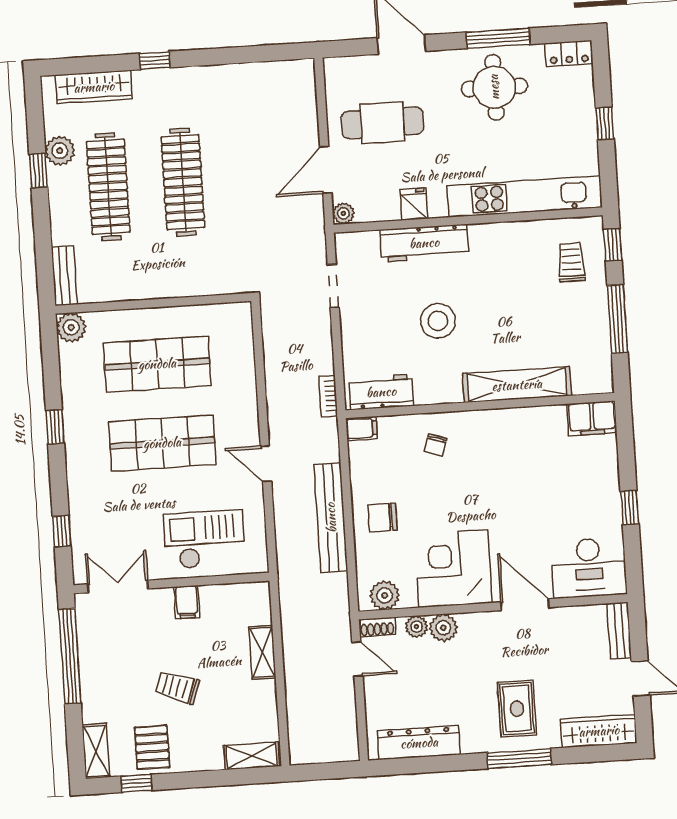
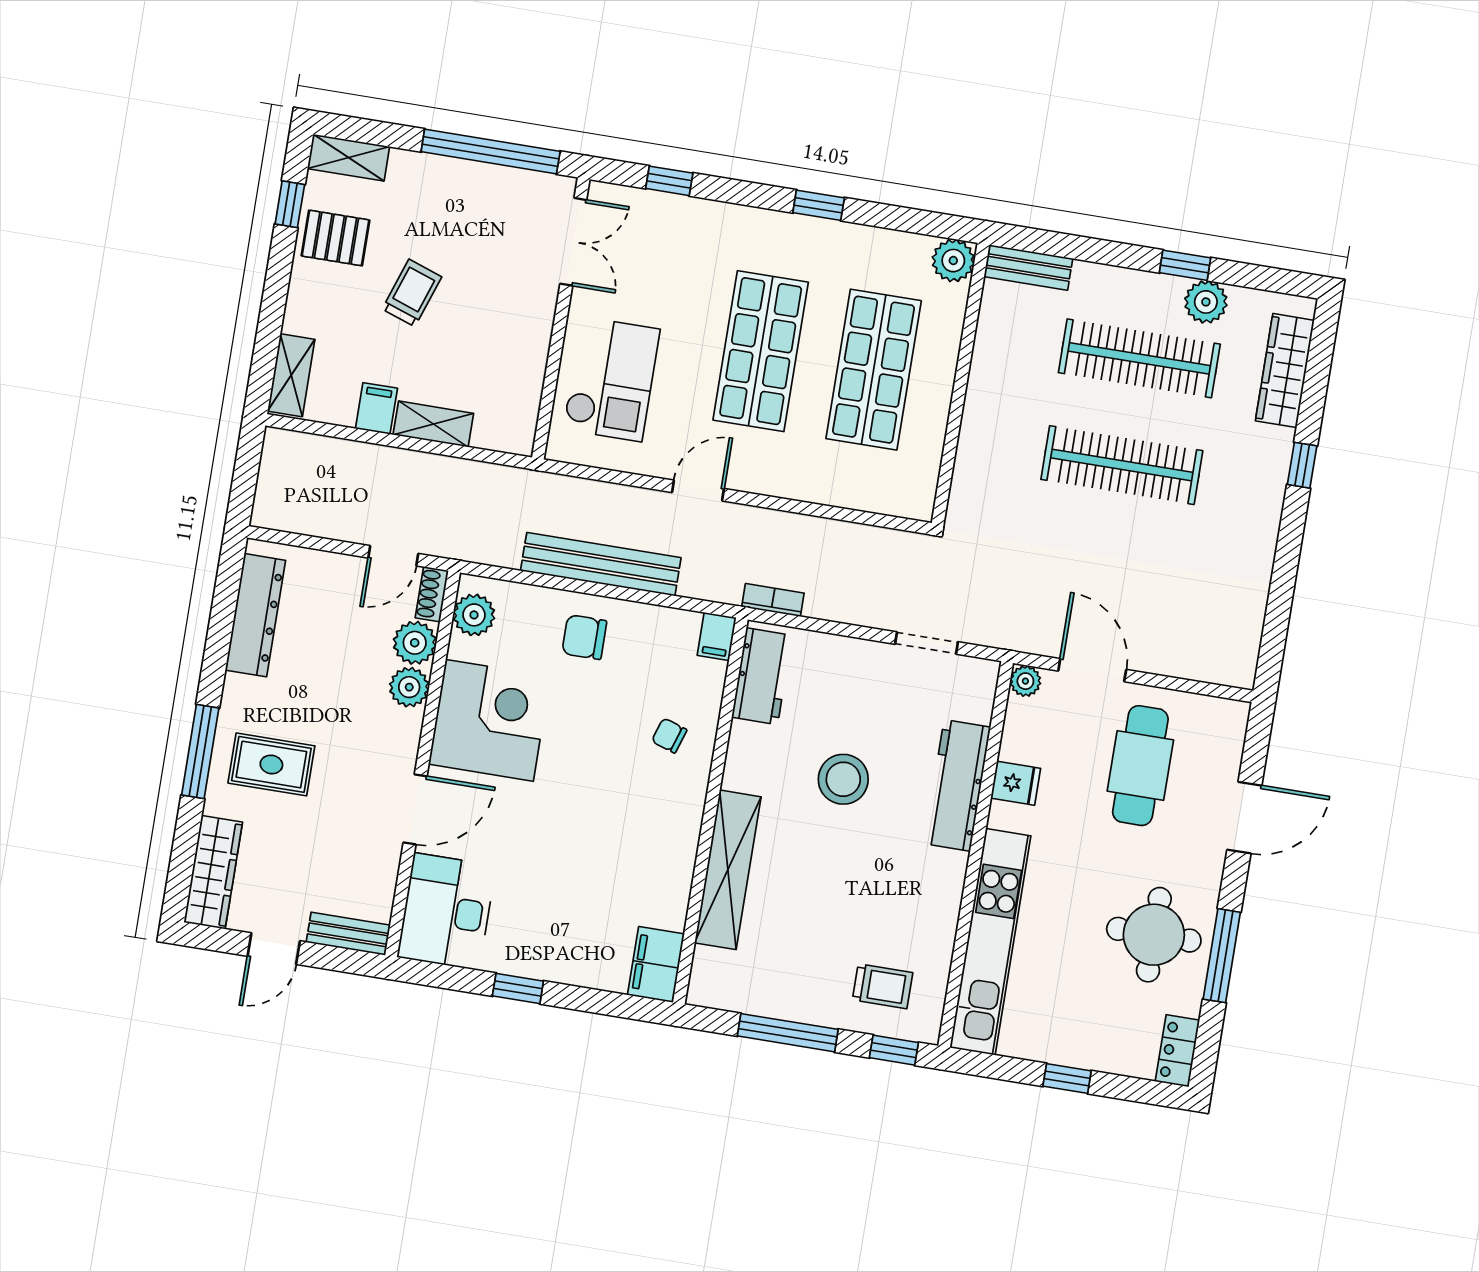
chair: (382, 518) -> (584, 637), turned -90
filing cabinet: (187, 602) -> (376, 408), moved, turned 90
plant: (416, 627) -> (415, 643), width x1.38, depth x1.38

